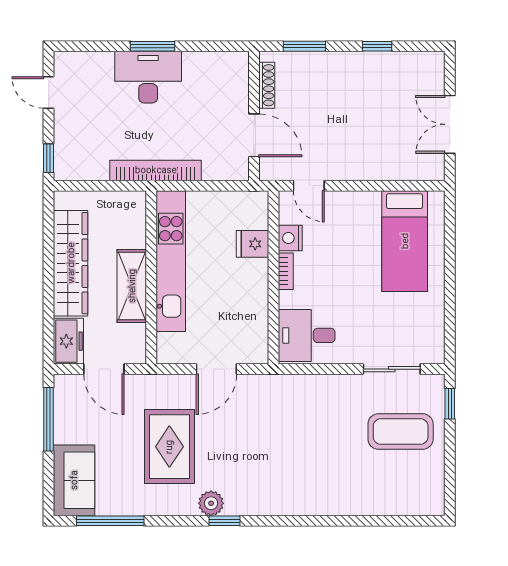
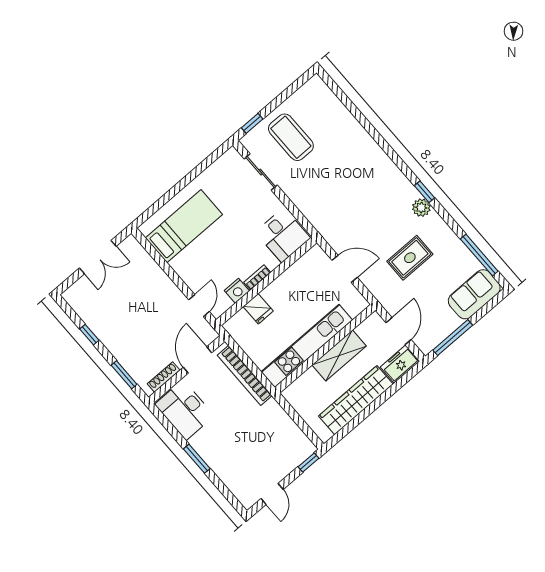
desk: (148, 77) -> (185, 410), moved
bookcase: (156, 170) -> (245, 375), moved
rug: (169, 447) -> (410, 258), width x0.73, depth x0.70

